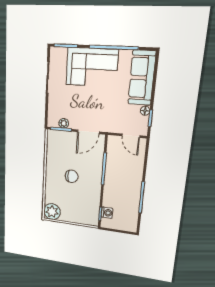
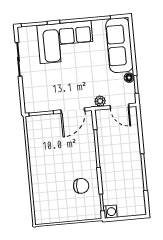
plant: (64, 123) -> (100, 101), moved
chair: (72, 176) -> (81, 186), moved
plant: (52, 212) -> (44, 214), removed
washing machine: (107, 213) -> (110, 212), moved

